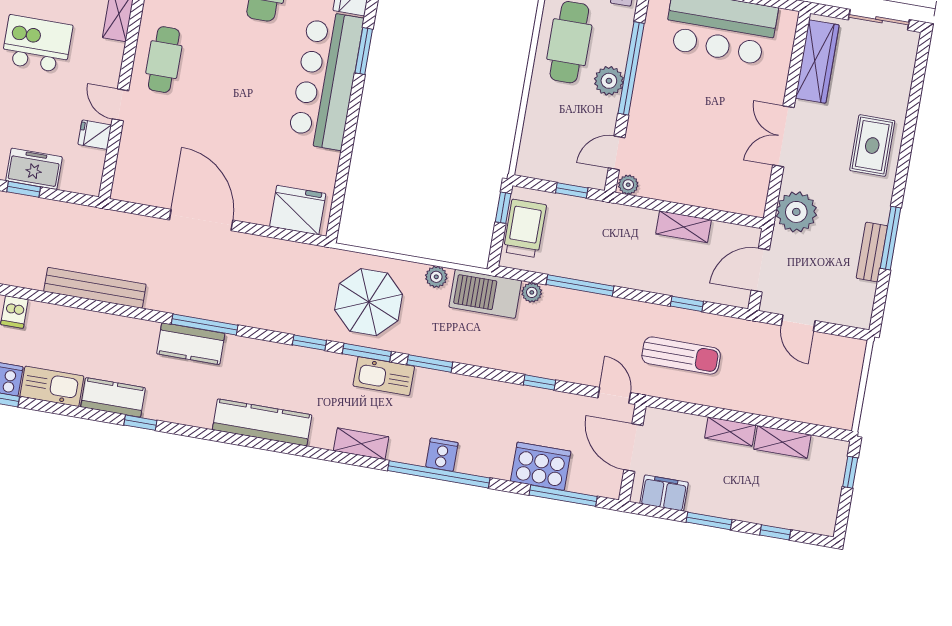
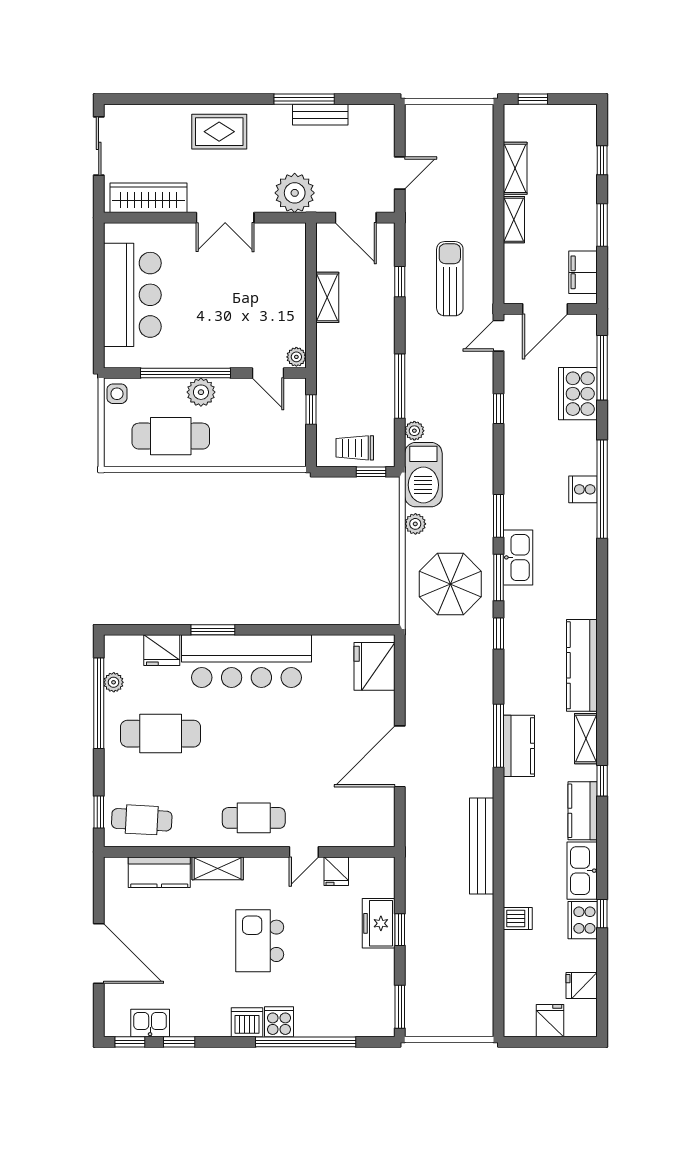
window: (503, 208) -> (371, 472), moved
trolley: (525, 228) -> (355, 448), width x0.73, depth x0.72
shelving: (361, 444) -> (586, 739), moved

